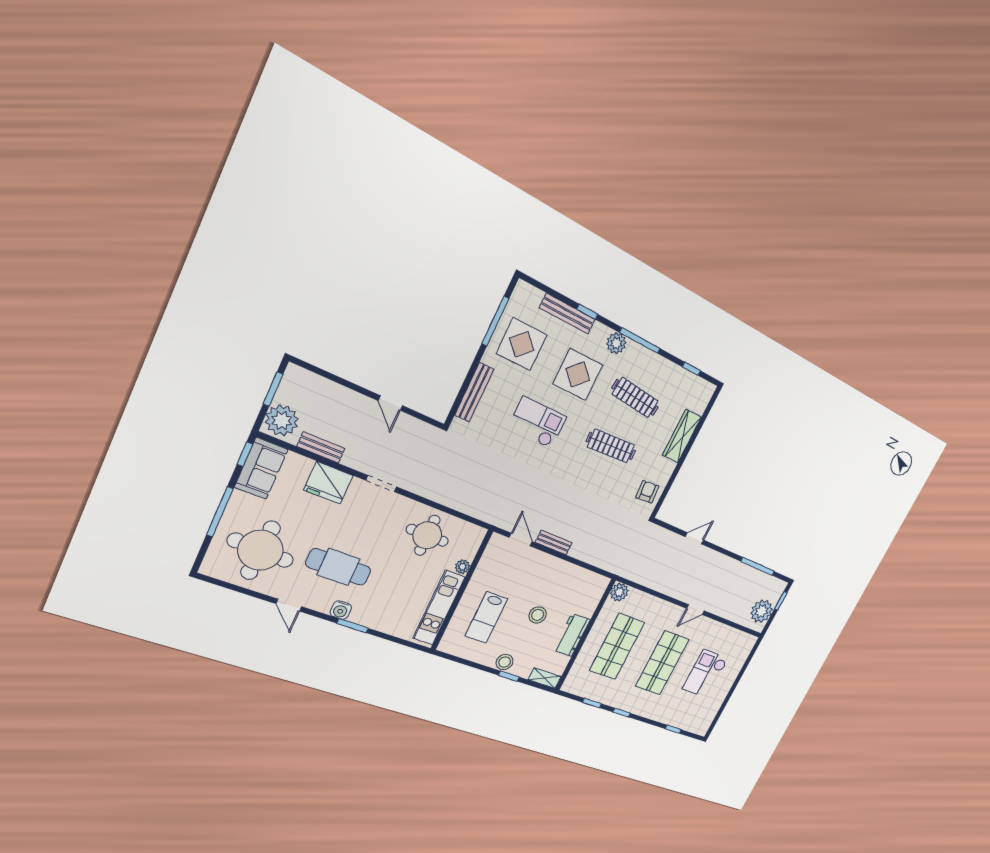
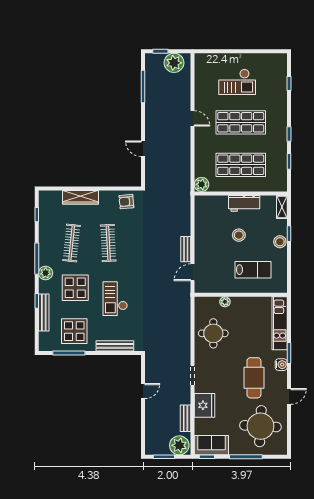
kitchen unit: (439, 608) -> (280, 323), moved, turned 90

